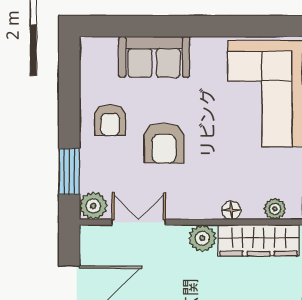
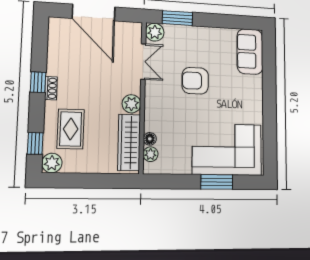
sofa: (154, 57) -> (250, 52), moved
armchair: (110, 120) -> (210, 46), removed
floor lamp: (231, 210) -> (150, 139), moved

